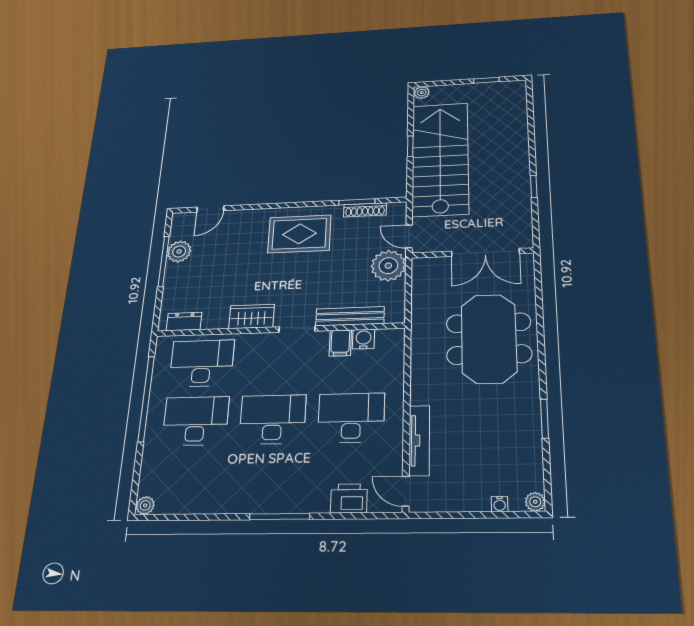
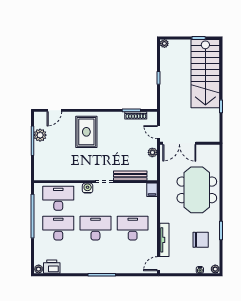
stairs: (440, 159) -> (205, 74), moved, turned 180
rug: (299, 234) -> (86, 132), moved, turned 90
double door: (485, 252) -> (179, 143), moved
plant: (388, 266) -> (152, 152), width x0.53, depth x0.53
wardrobe: (252, 316) -> (81, 174), removed
dresser: (184, 322) -> (47, 175), removed
water cooler: (364, 339) -> (88, 188), moved
filing cabinet: (340, 343) -> (152, 190), moved
chair: (499, 439) -> (201, 240), added
door: (406, 491) -> (158, 264), hinge flipped
printer: (349, 498) -> (52, 267), moved

